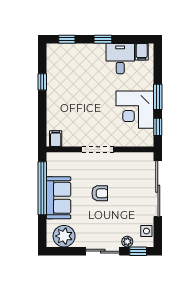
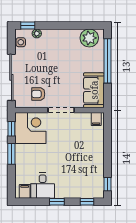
window: (42, 82) -> (107, 184), moved
corner desk: (135, 110) -> (30, 128), moved
window: (42, 188) -> (107, 61), moved
armchair: (100, 193) -> (38, 94), moved
sofa: (59, 198) -> (94, 90), moved
sliding door: (103, 251) -> (57, 25), removed

